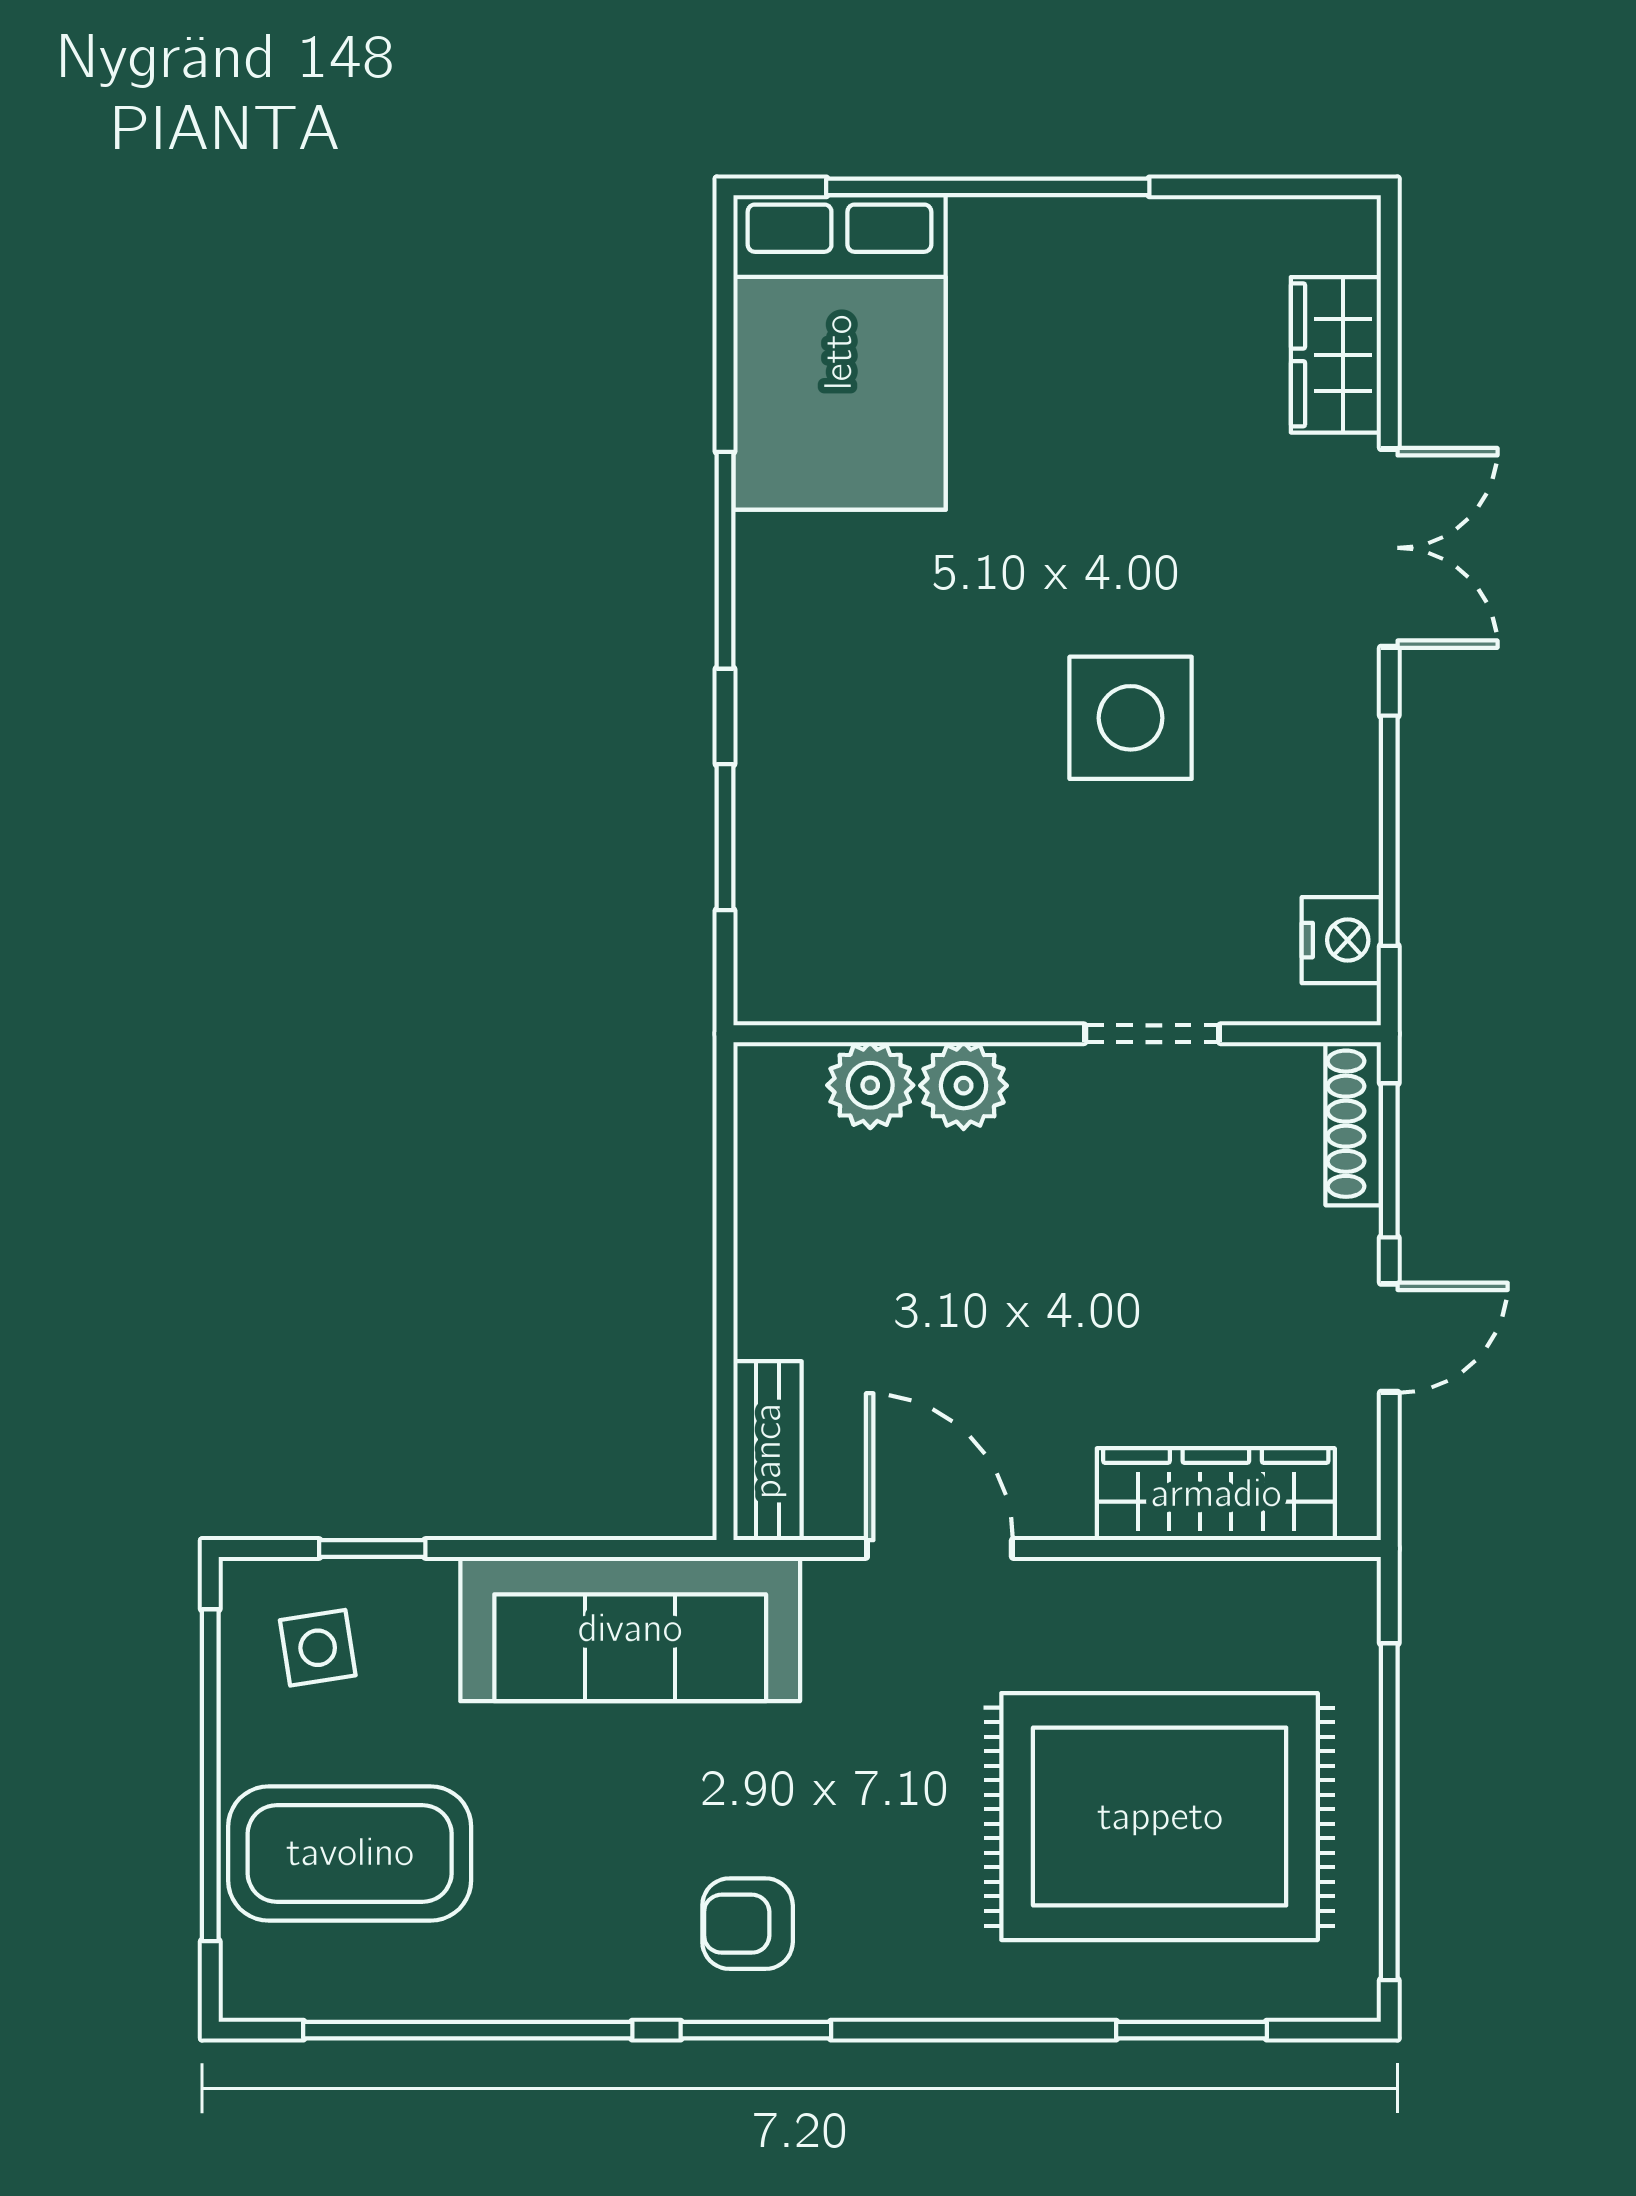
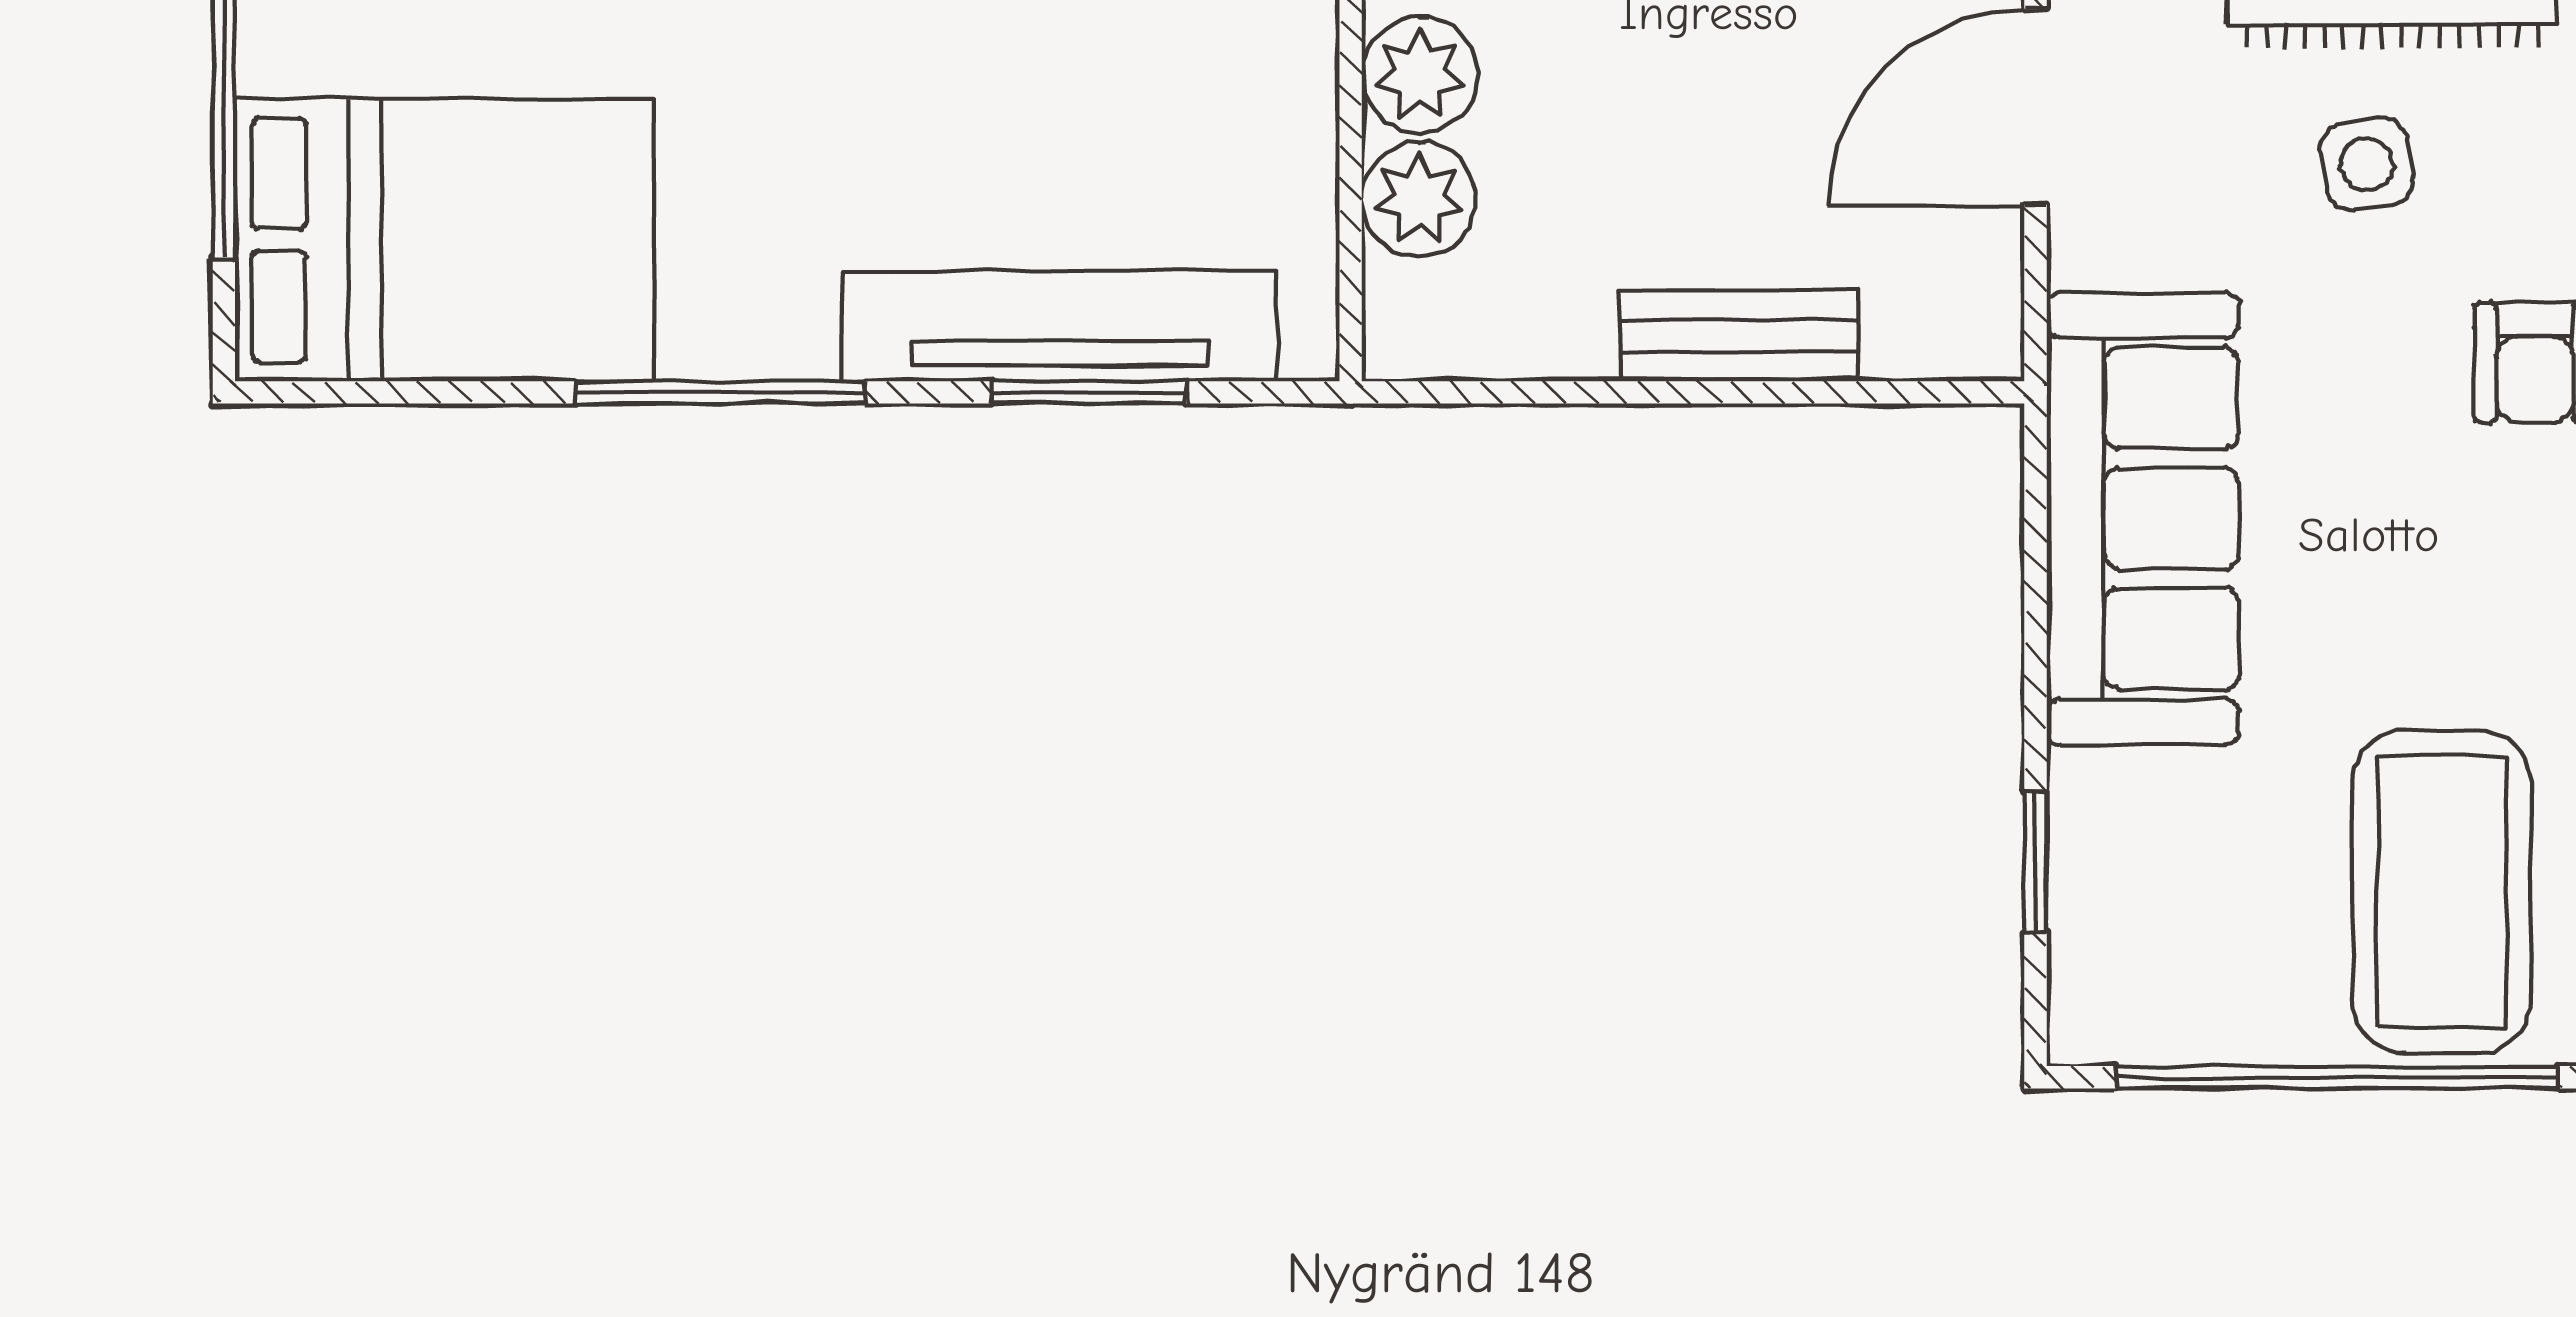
tv unit: (775, 815) -> (1060, 326), added
bench: (768, 1451) -> (1739, 336), moved
side table: (318, 1648) -> (2367, 164), moved

